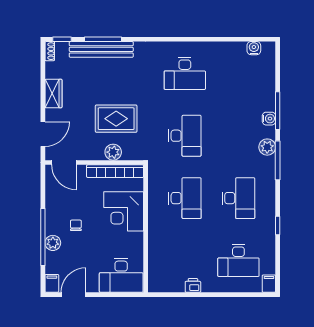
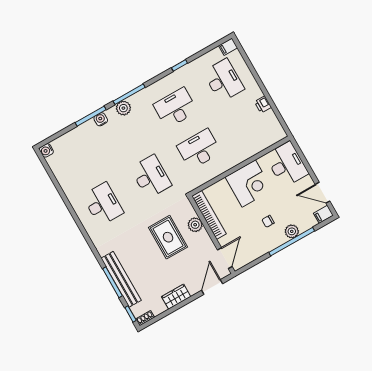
water cooler: (254, 48) -> (46, 150), moved
door: (43, 134) -> (212, 287), hinge flipped
desk: (185, 136) -> (151, 177), turned 90
corner desk: (124, 211) -> (249, 183), moved

